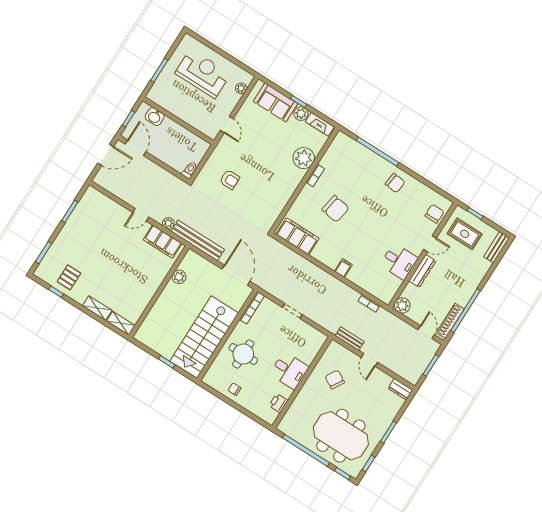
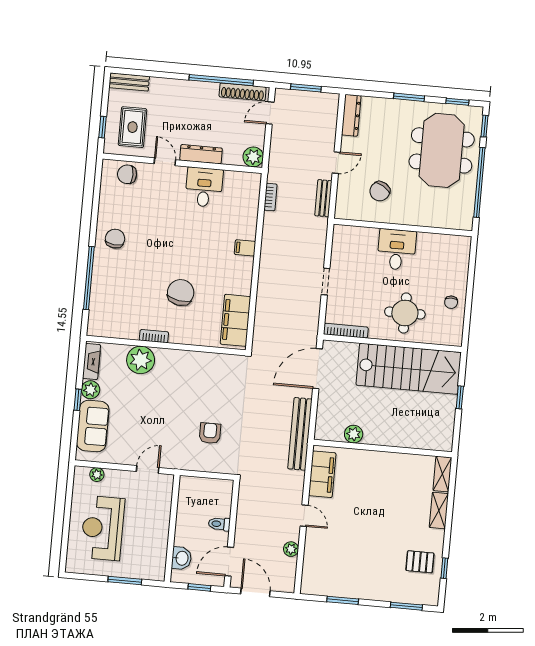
toilet: (190, 170) -> (219, 524), moved
plant: (168, 223) -> (291, 549), moved
dresser: (400, 389) -> (351, 115), width x1.44
printer: (278, 403) -> (441, 243), removed

